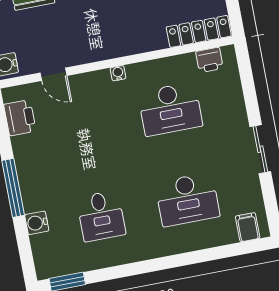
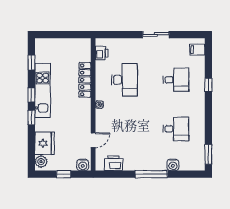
locker: (199, 31) -> (85, 80), moved
desk: (187, 199) -> (176, 80), width x0.73
window: (189, 258) -> (208, 85), added

